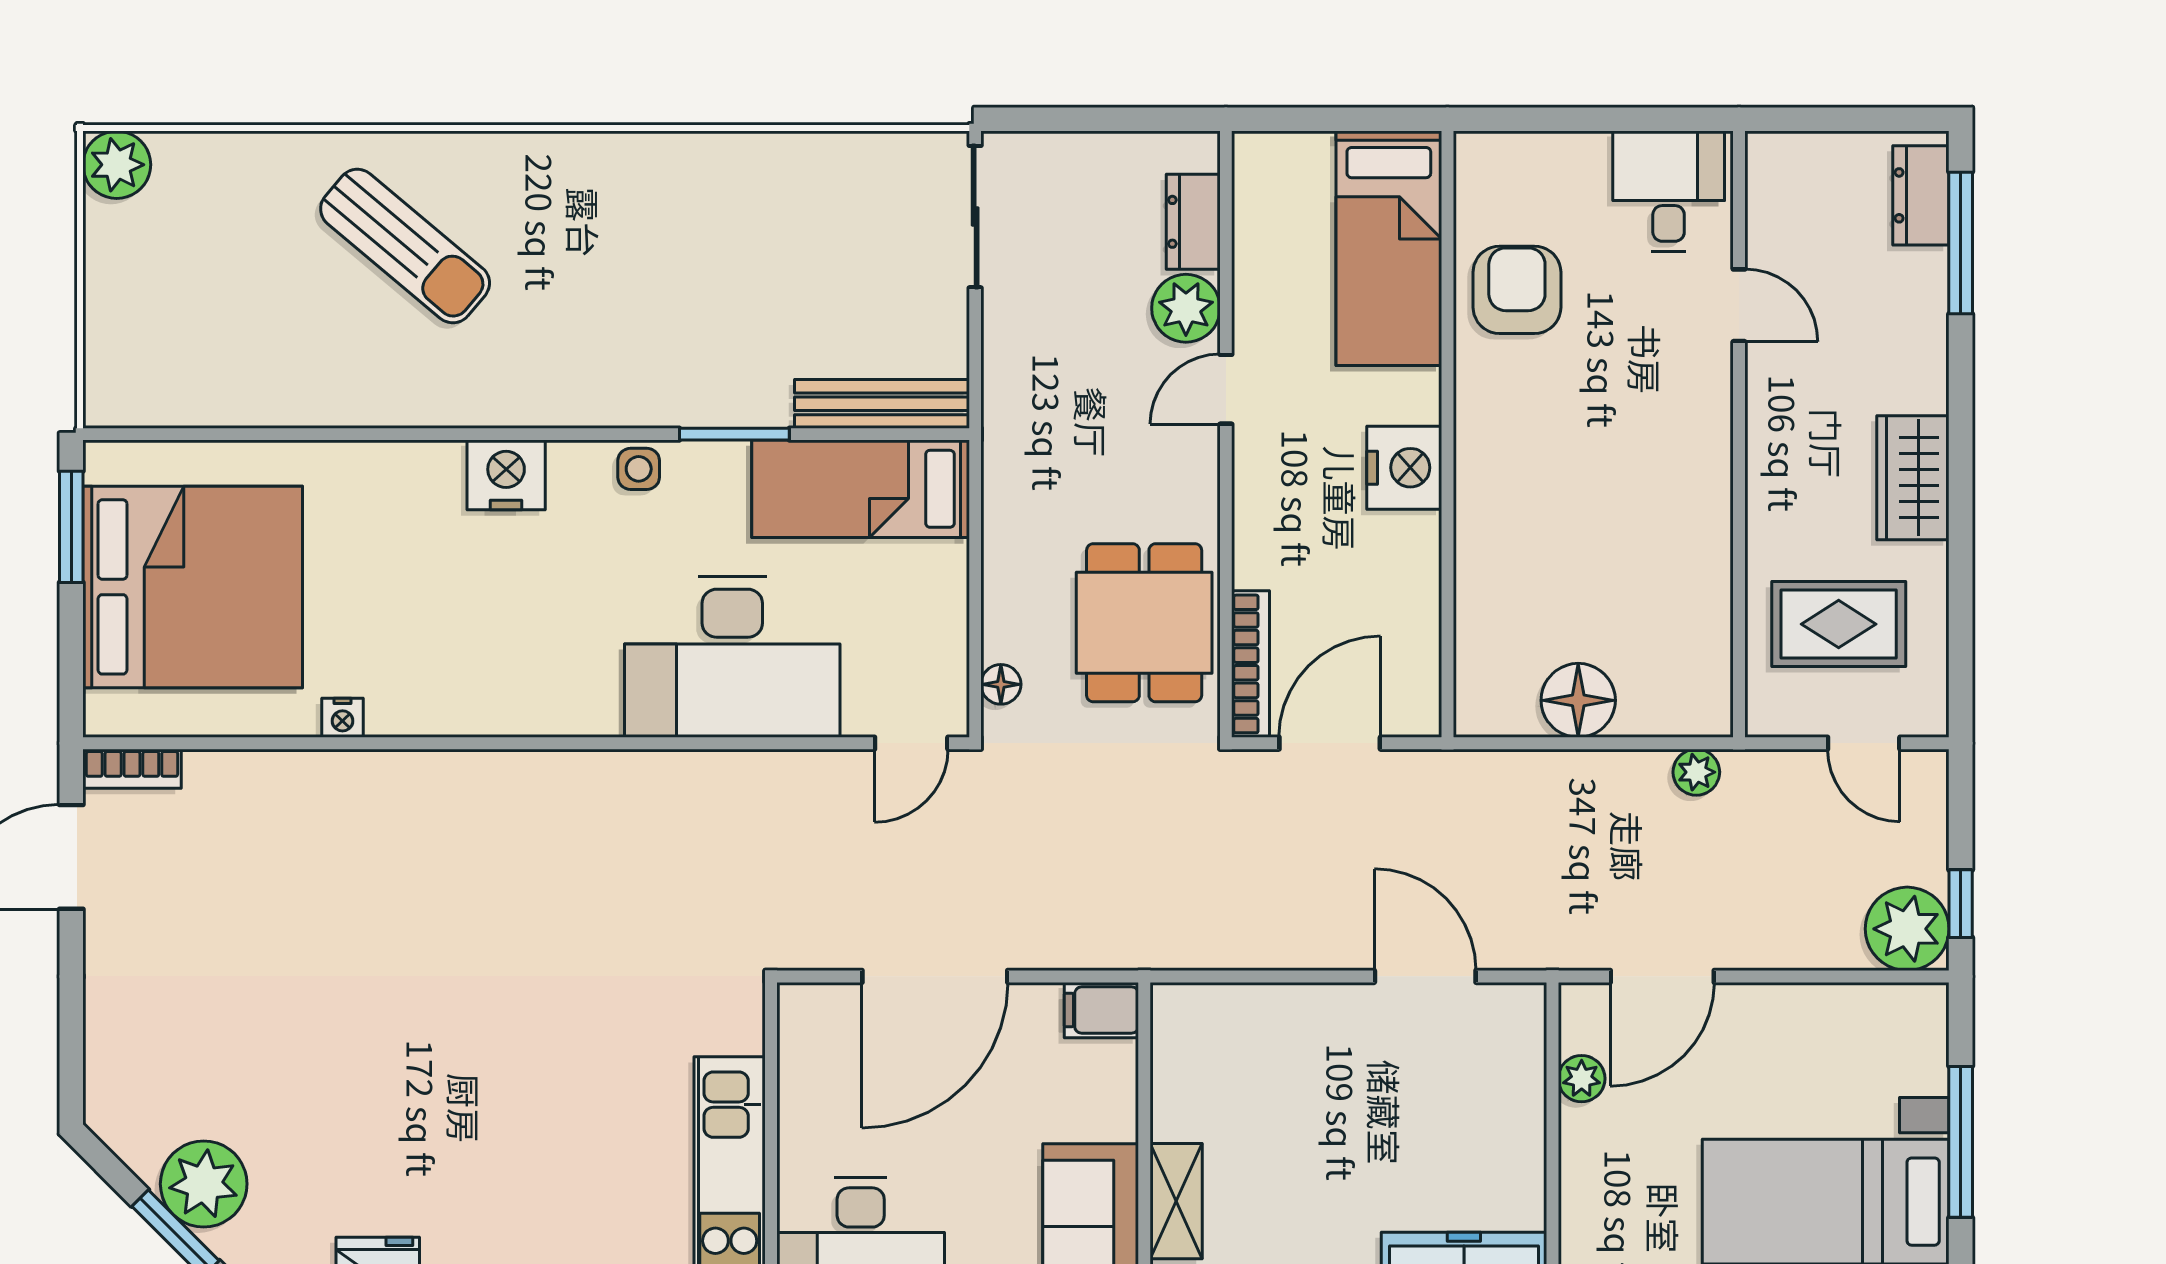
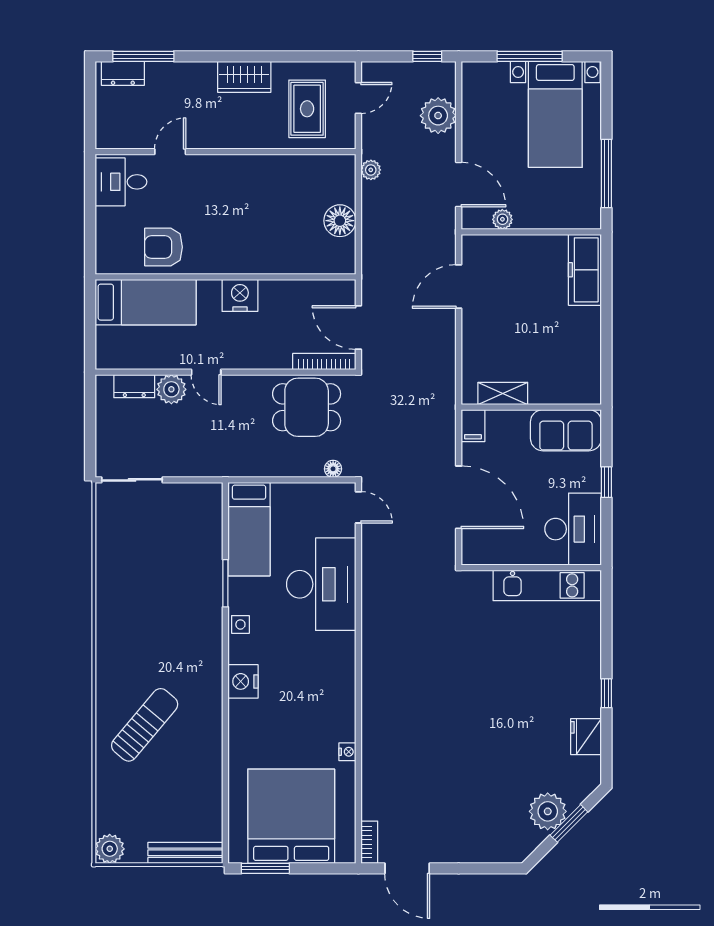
bench: (882, 404) -> (185, 853), moved, turned 90
plant: (1907, 929) -> (438, 116), moved
shelving: (1176, 1201) -> (503, 394), moved

